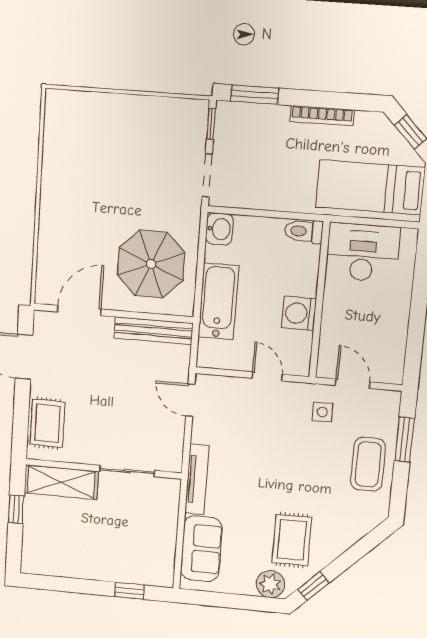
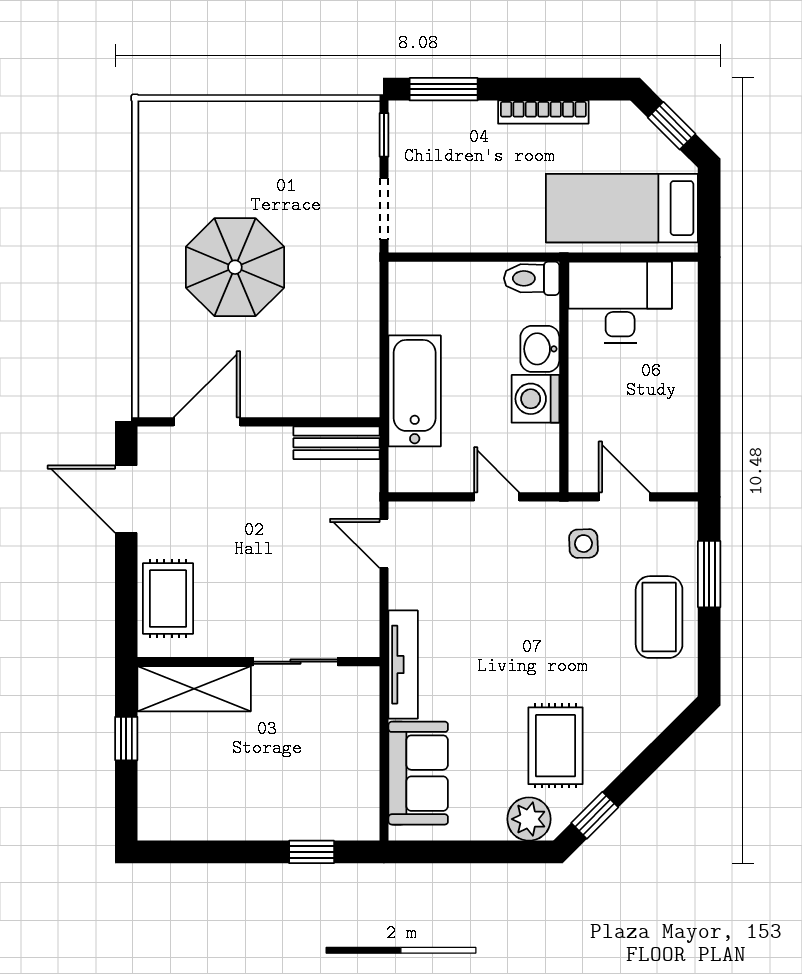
washbasin: (219, 229) -> (540, 349), moved, turned 180
parasol: (151, 264) -> (235, 267), moved
bench: (153, 331) -> (337, 443), width x0.73

